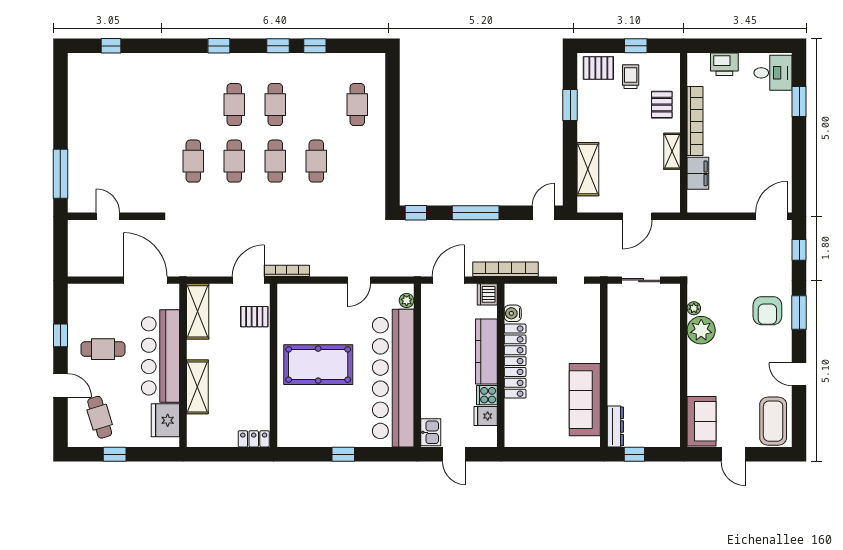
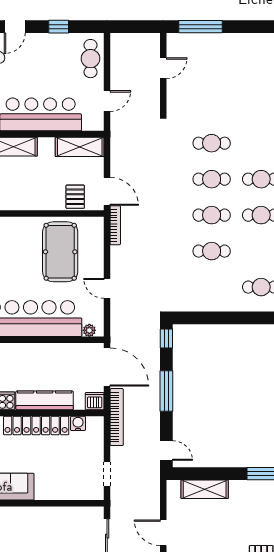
door: (145, 280) -> (107, 101), width x0.53
door: (448, 280) -> (107, 367), width x1.36
cafe table: (103, 349) -> (90, 59), moved
pool table: (318, 365) -> (60, 252), moved

